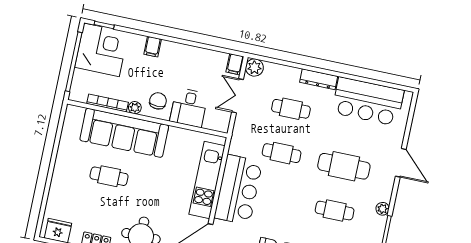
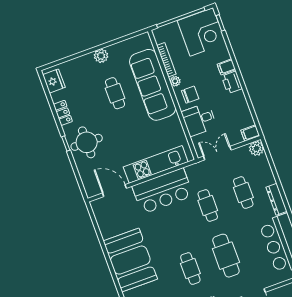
printer: (172, 51) -> (232, 82), added
double door: (238, 96) -> (217, 153), moved
plant: (62, 167) -> (101, 56), added

